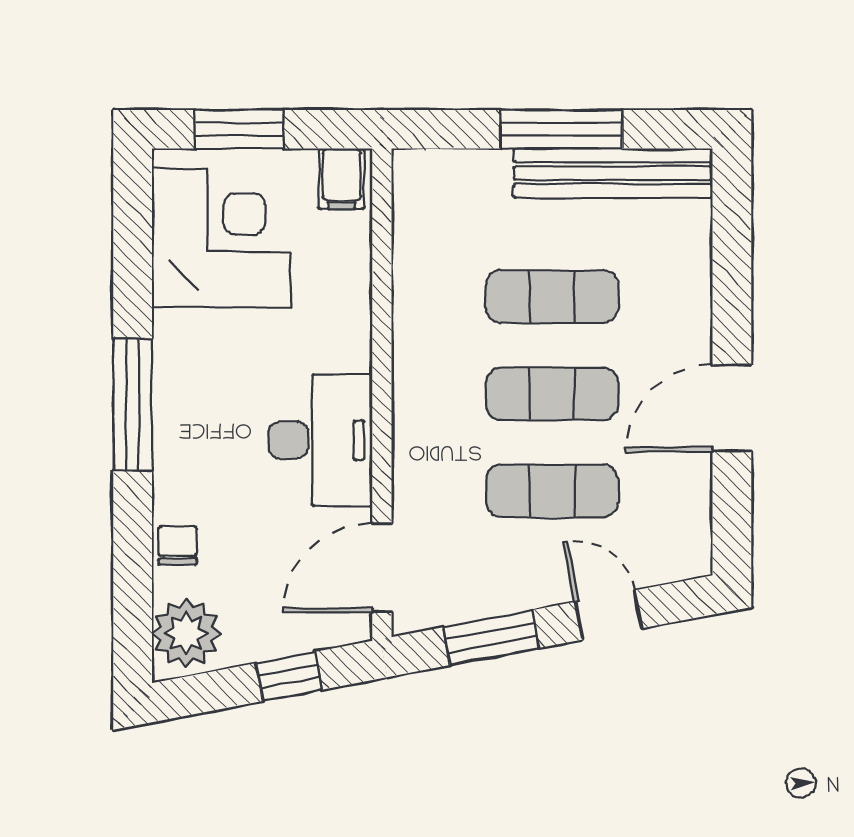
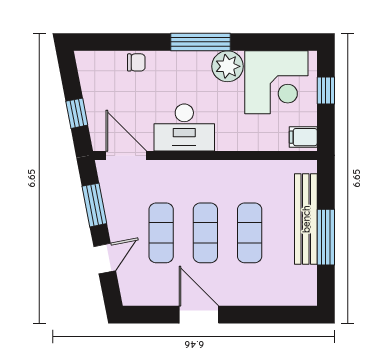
window: (239, 129) -> (326, 91), width x0.67
bench: (613, 173) -> (306, 219), moved
plant: (186, 633) -> (228, 66), moved

